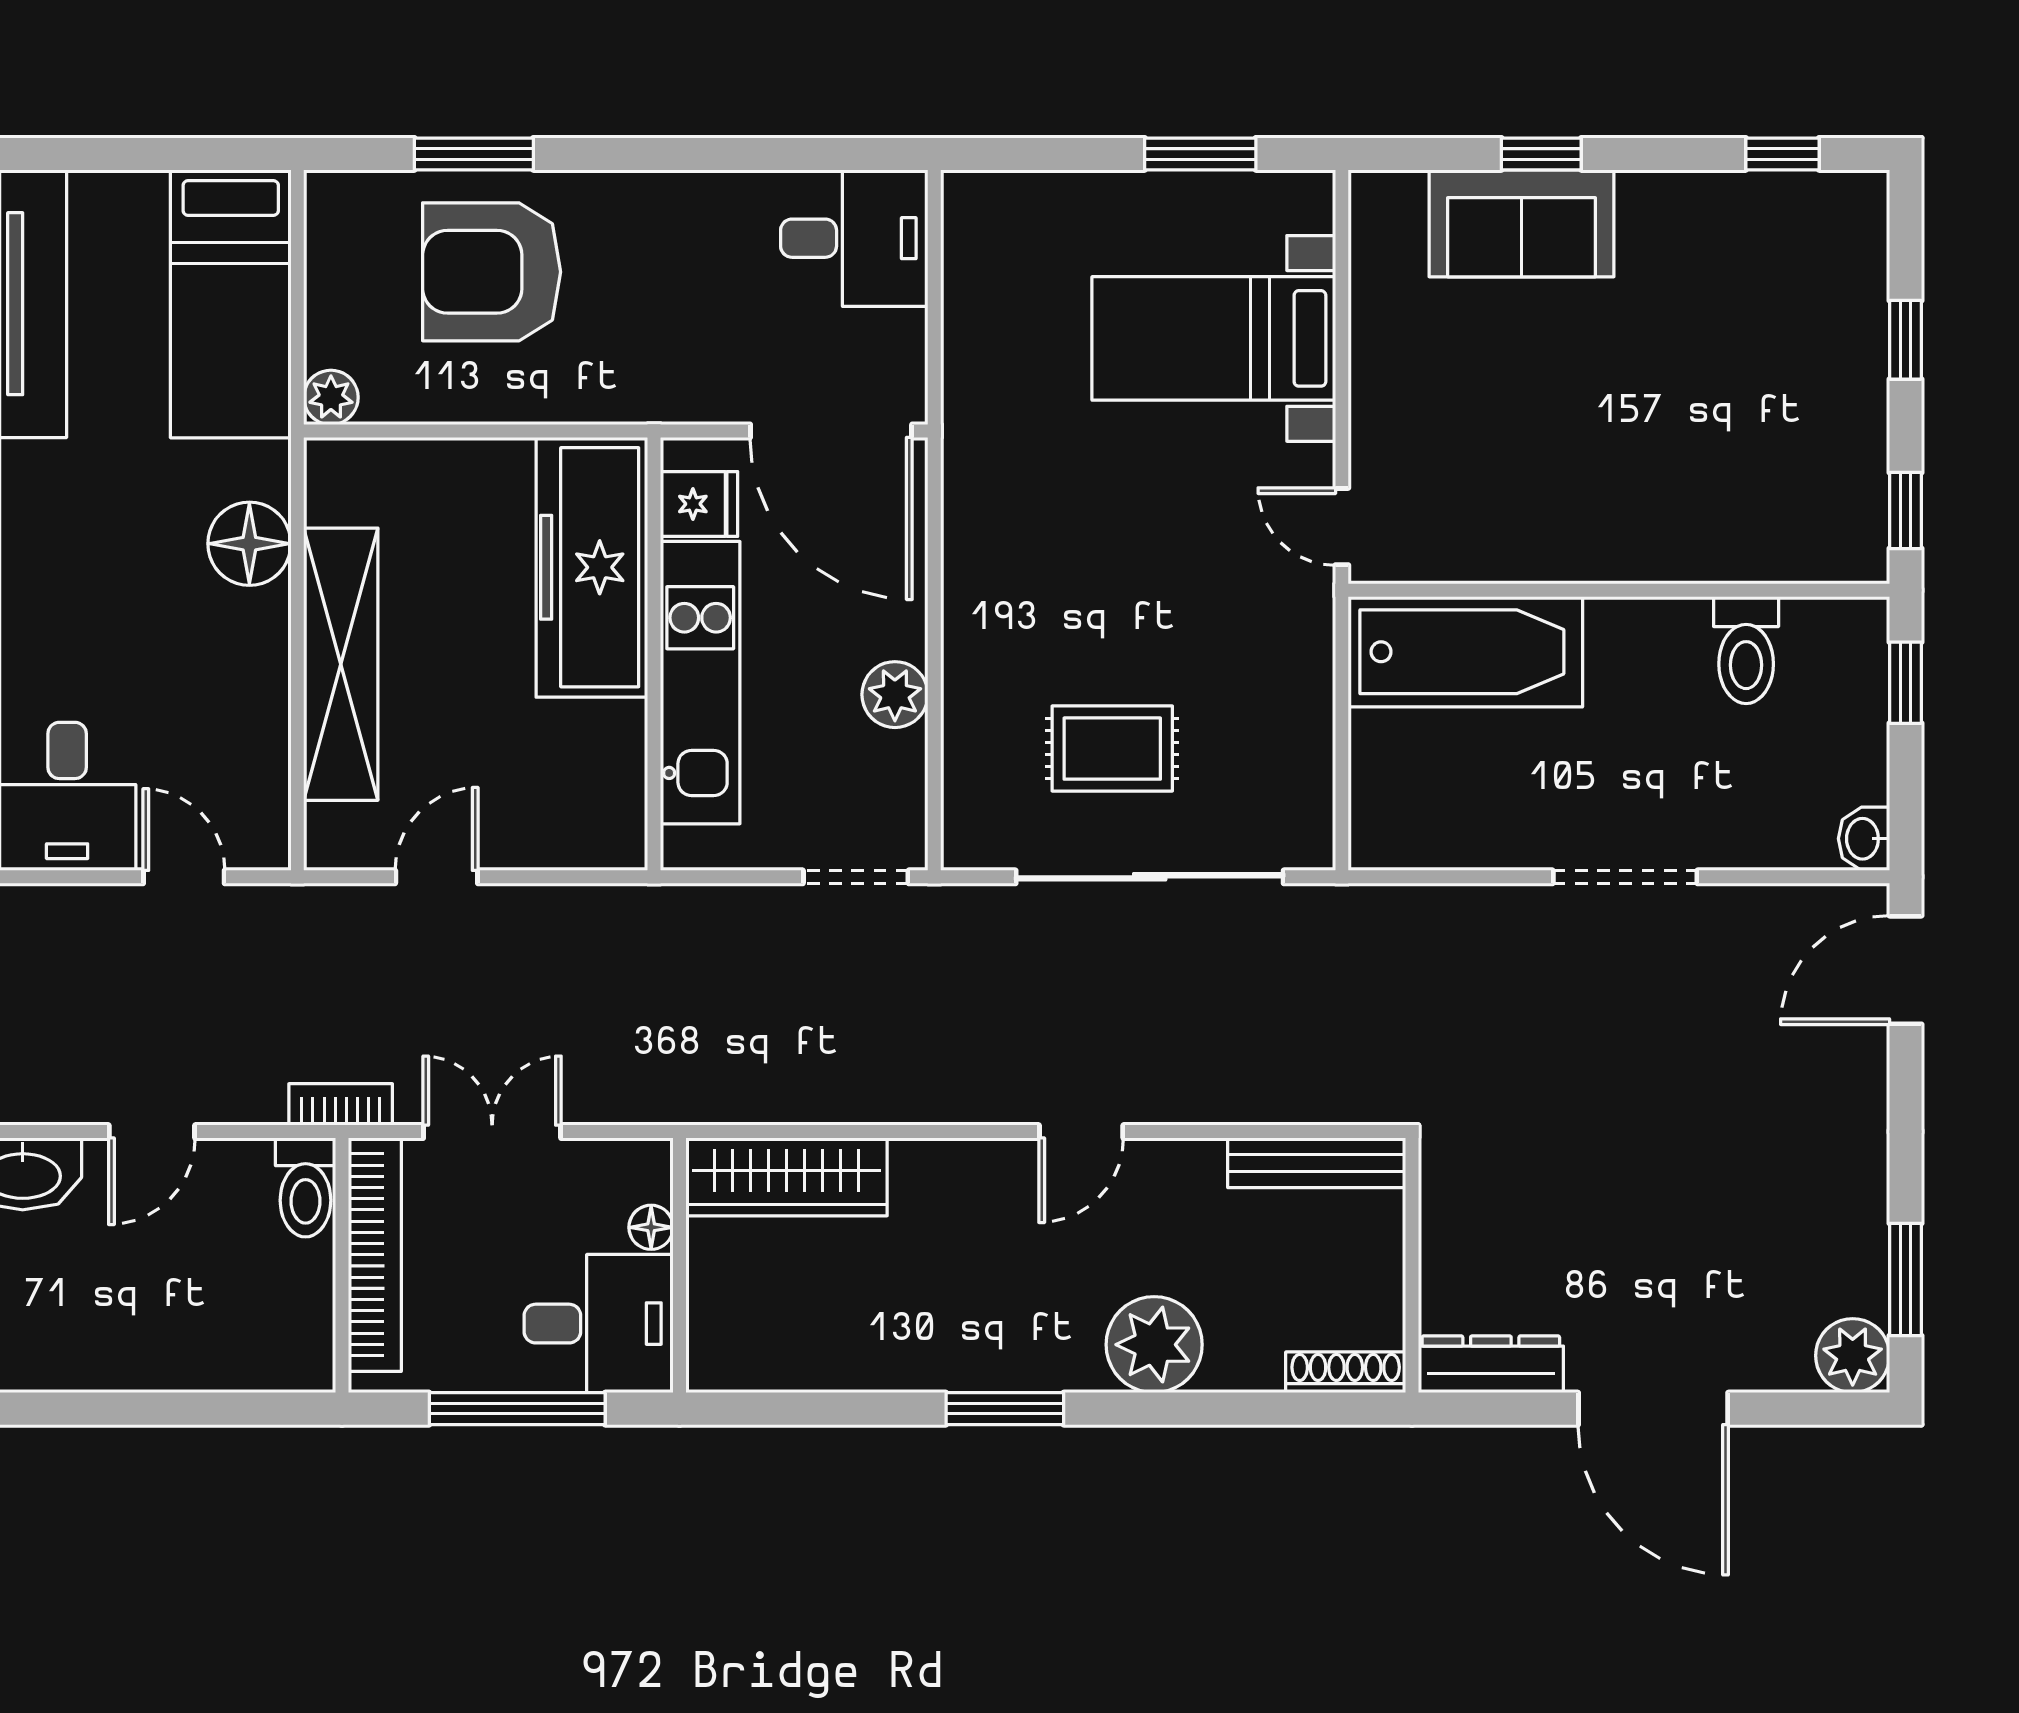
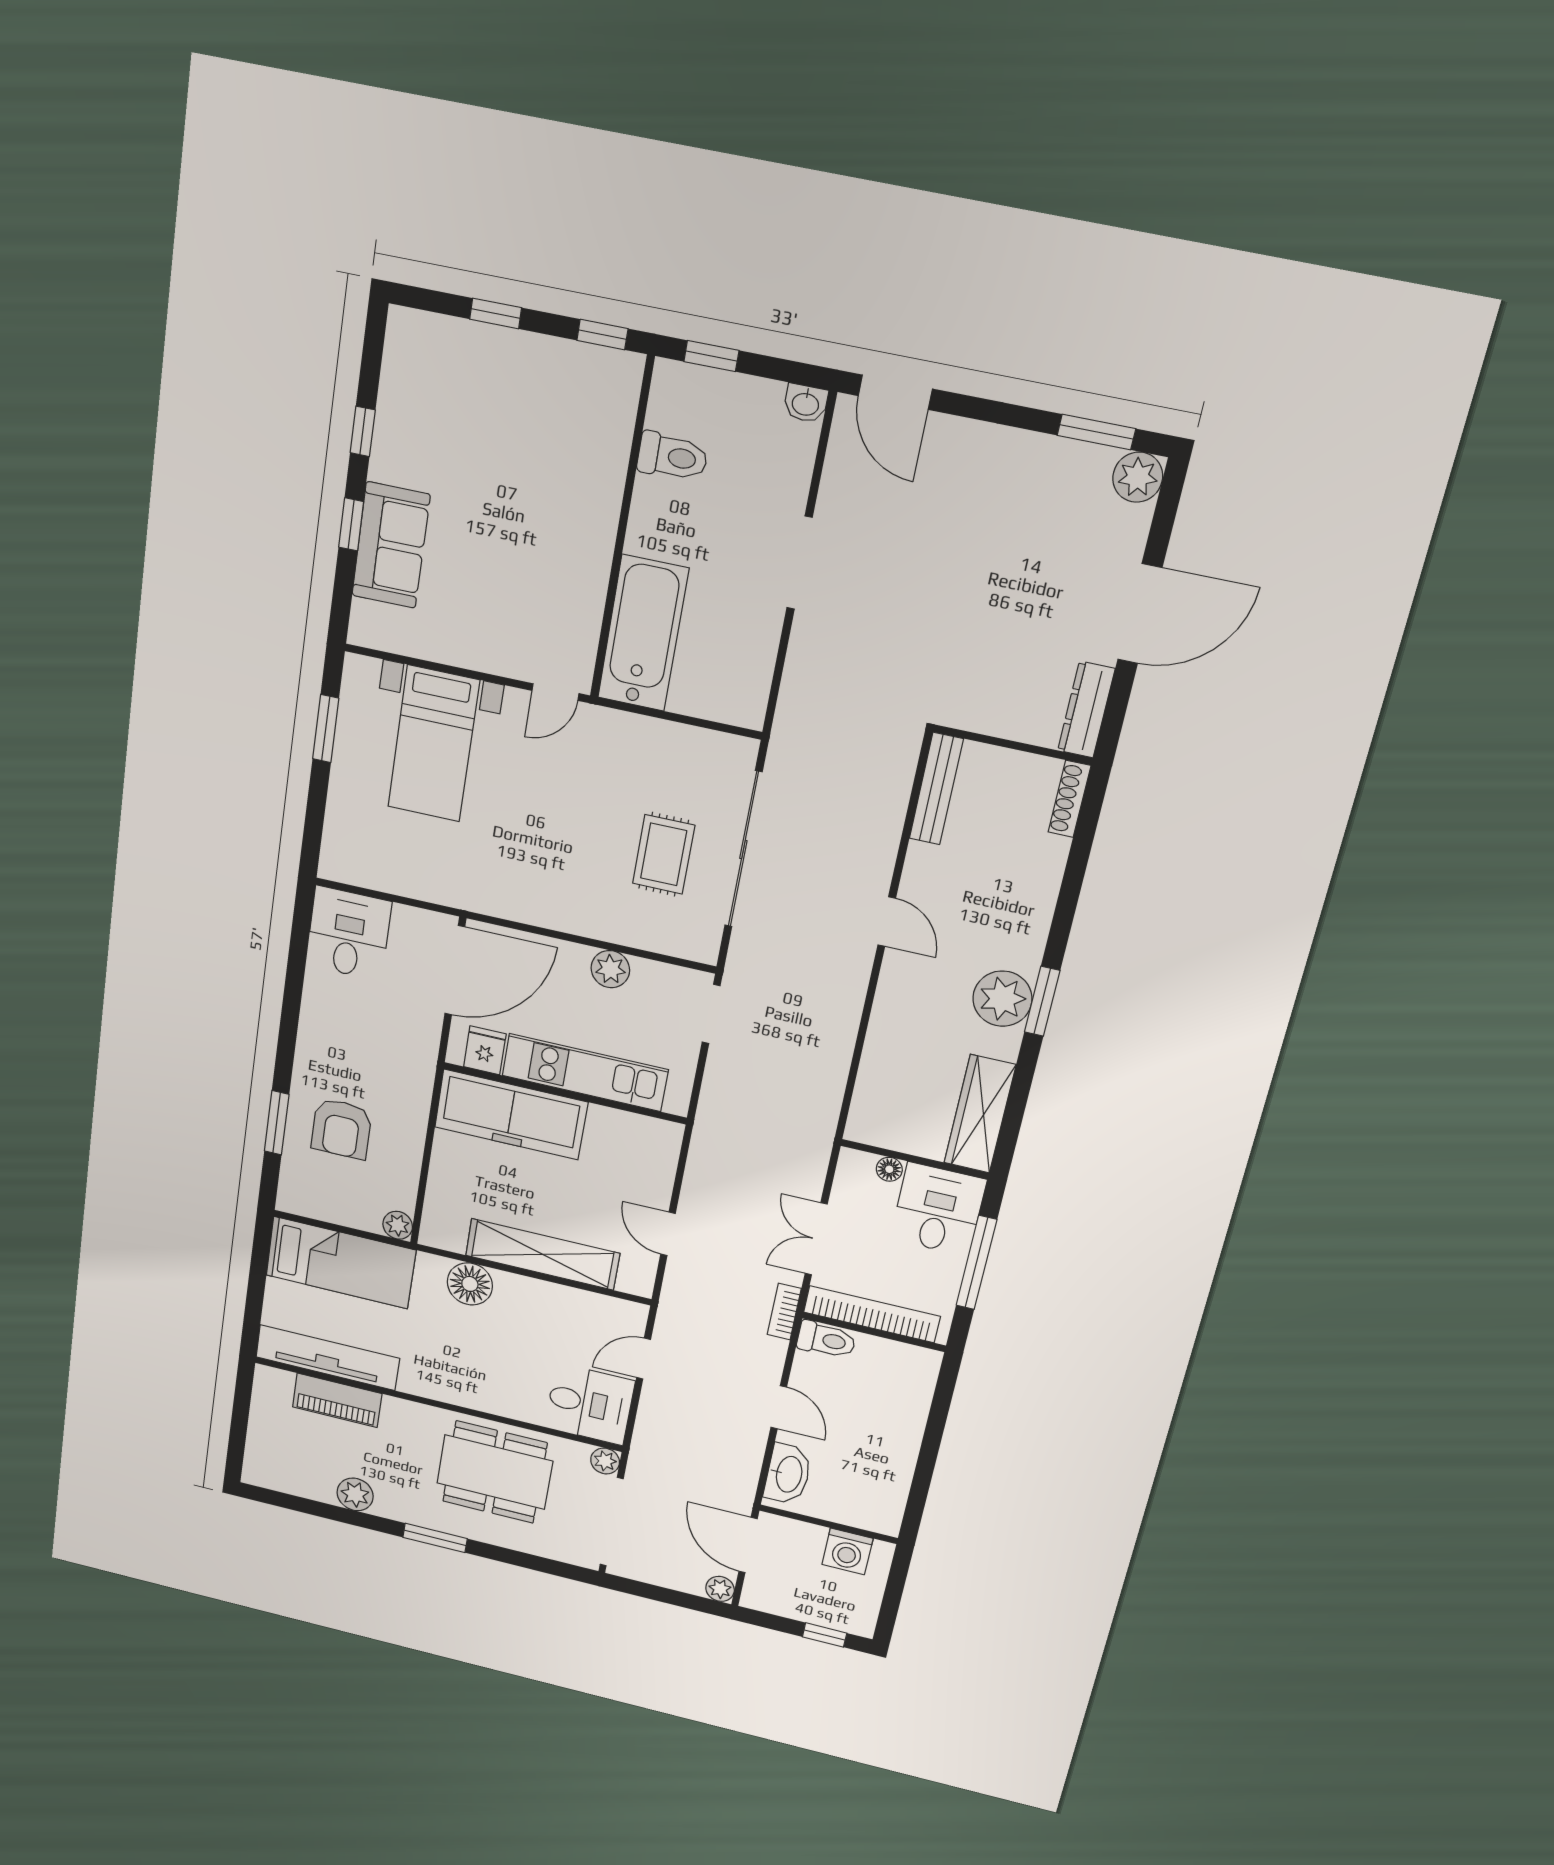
window: (1782, 154) -> (363, 431), moved
armchair: (492, 272) -> (341, 1129), width x0.73, depth x0.73
wardrobe: (787, 1177) -> (980, 1114), moved, turned 180
plant: (1154, 1345) -> (1002, 999), moved

